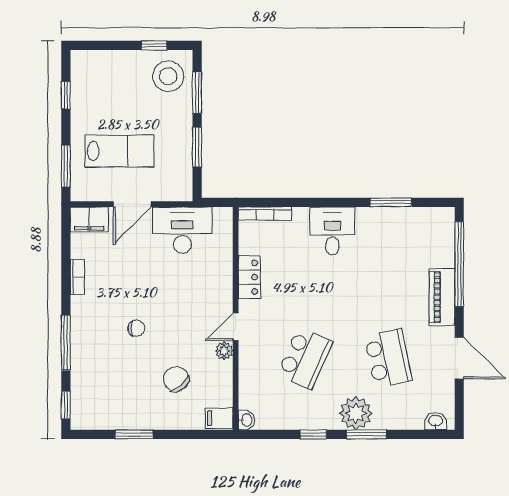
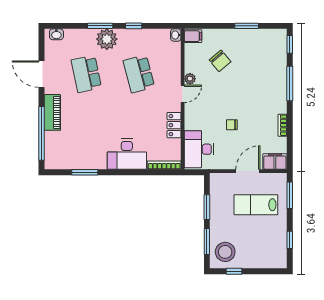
desk: (182, 230) -> (199, 149), moved, turned 90
desk: (332, 231) -> (127, 154), width x1.37
chair: (136, 328) -> (232, 125), moved
school desk: (305, 358) -> (139, 74), turned -39

